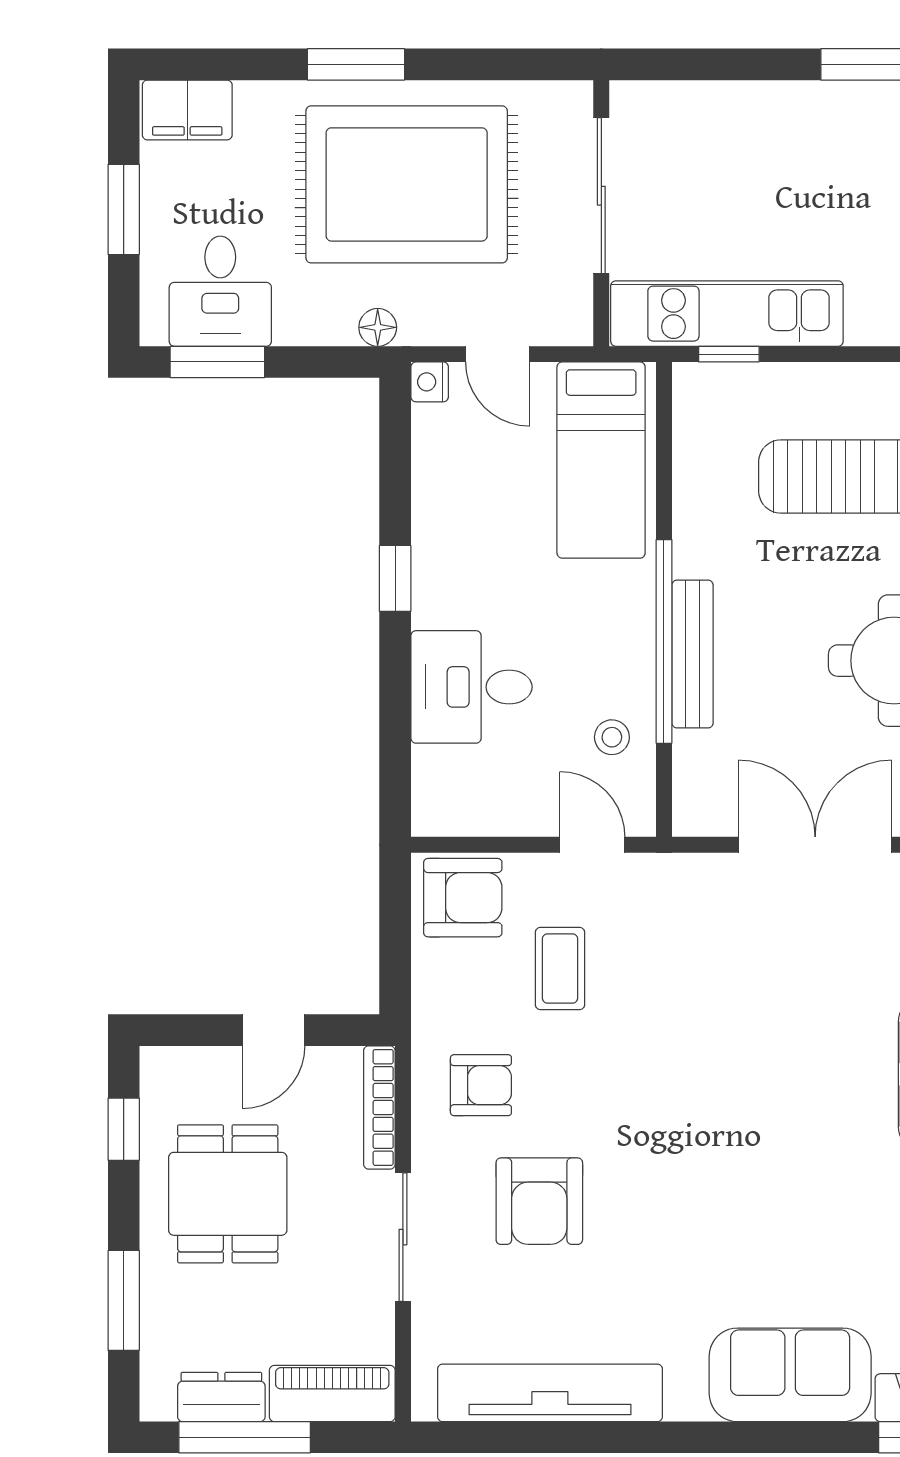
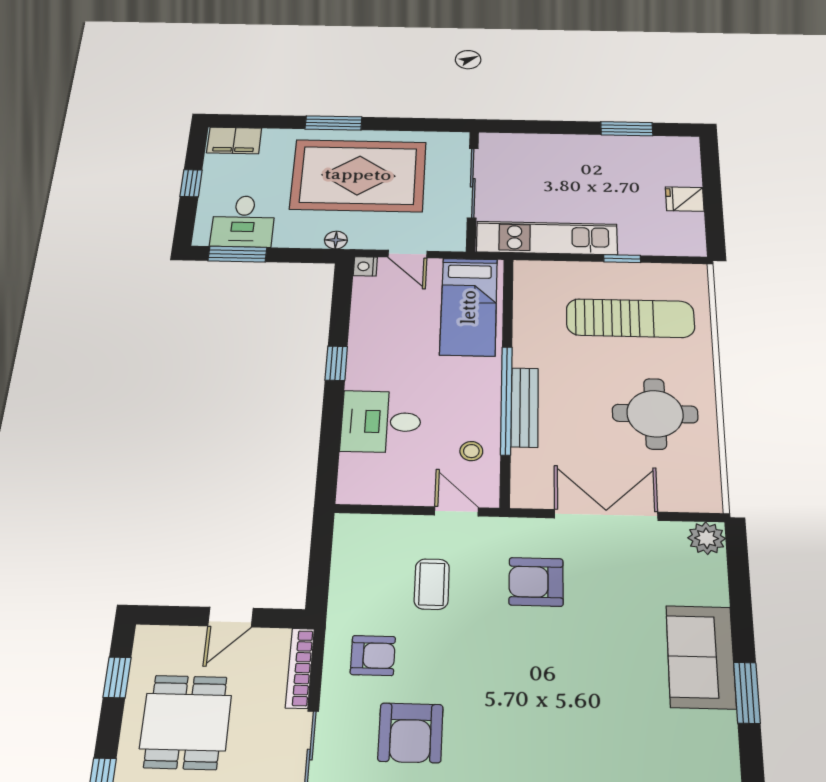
window: (124, 209) -> (191, 183), width x0.67
window: (729, 354) -> (622, 259), moved
armchair: (463, 898) -> (536, 582), moved, turned 180

